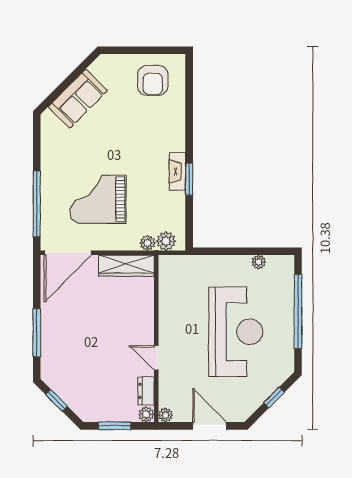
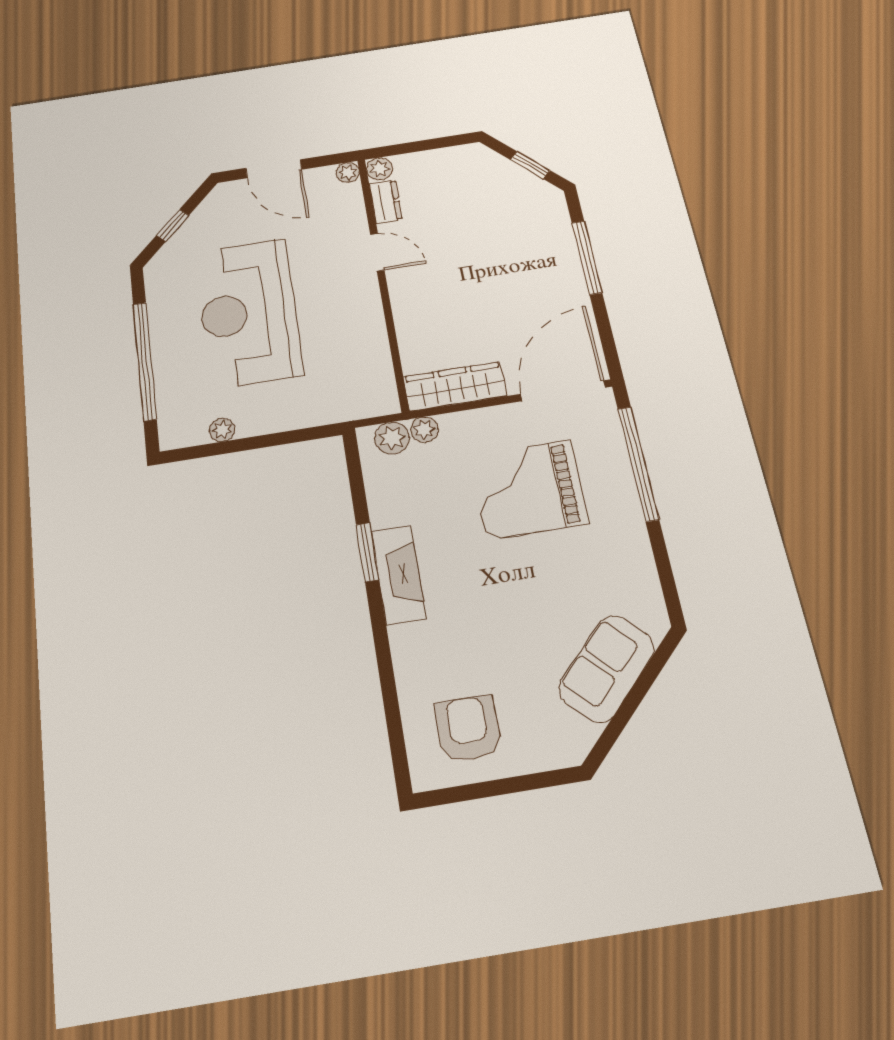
fireplace: (177, 172) -> (398, 574), width x1.37, depth x1.32
grand piano: (98, 199) -> (529, 490), turned 180
window: (115, 426) -> (428, 145), removed

